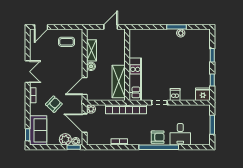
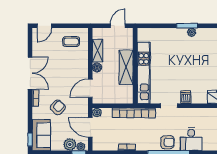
double door: (28, 72) -> (30, 73), width x1.37
kitchen unit: (135, 79) -> (144, 73), width x1.36
shelving: (119, 81) -> (126, 67), moved

